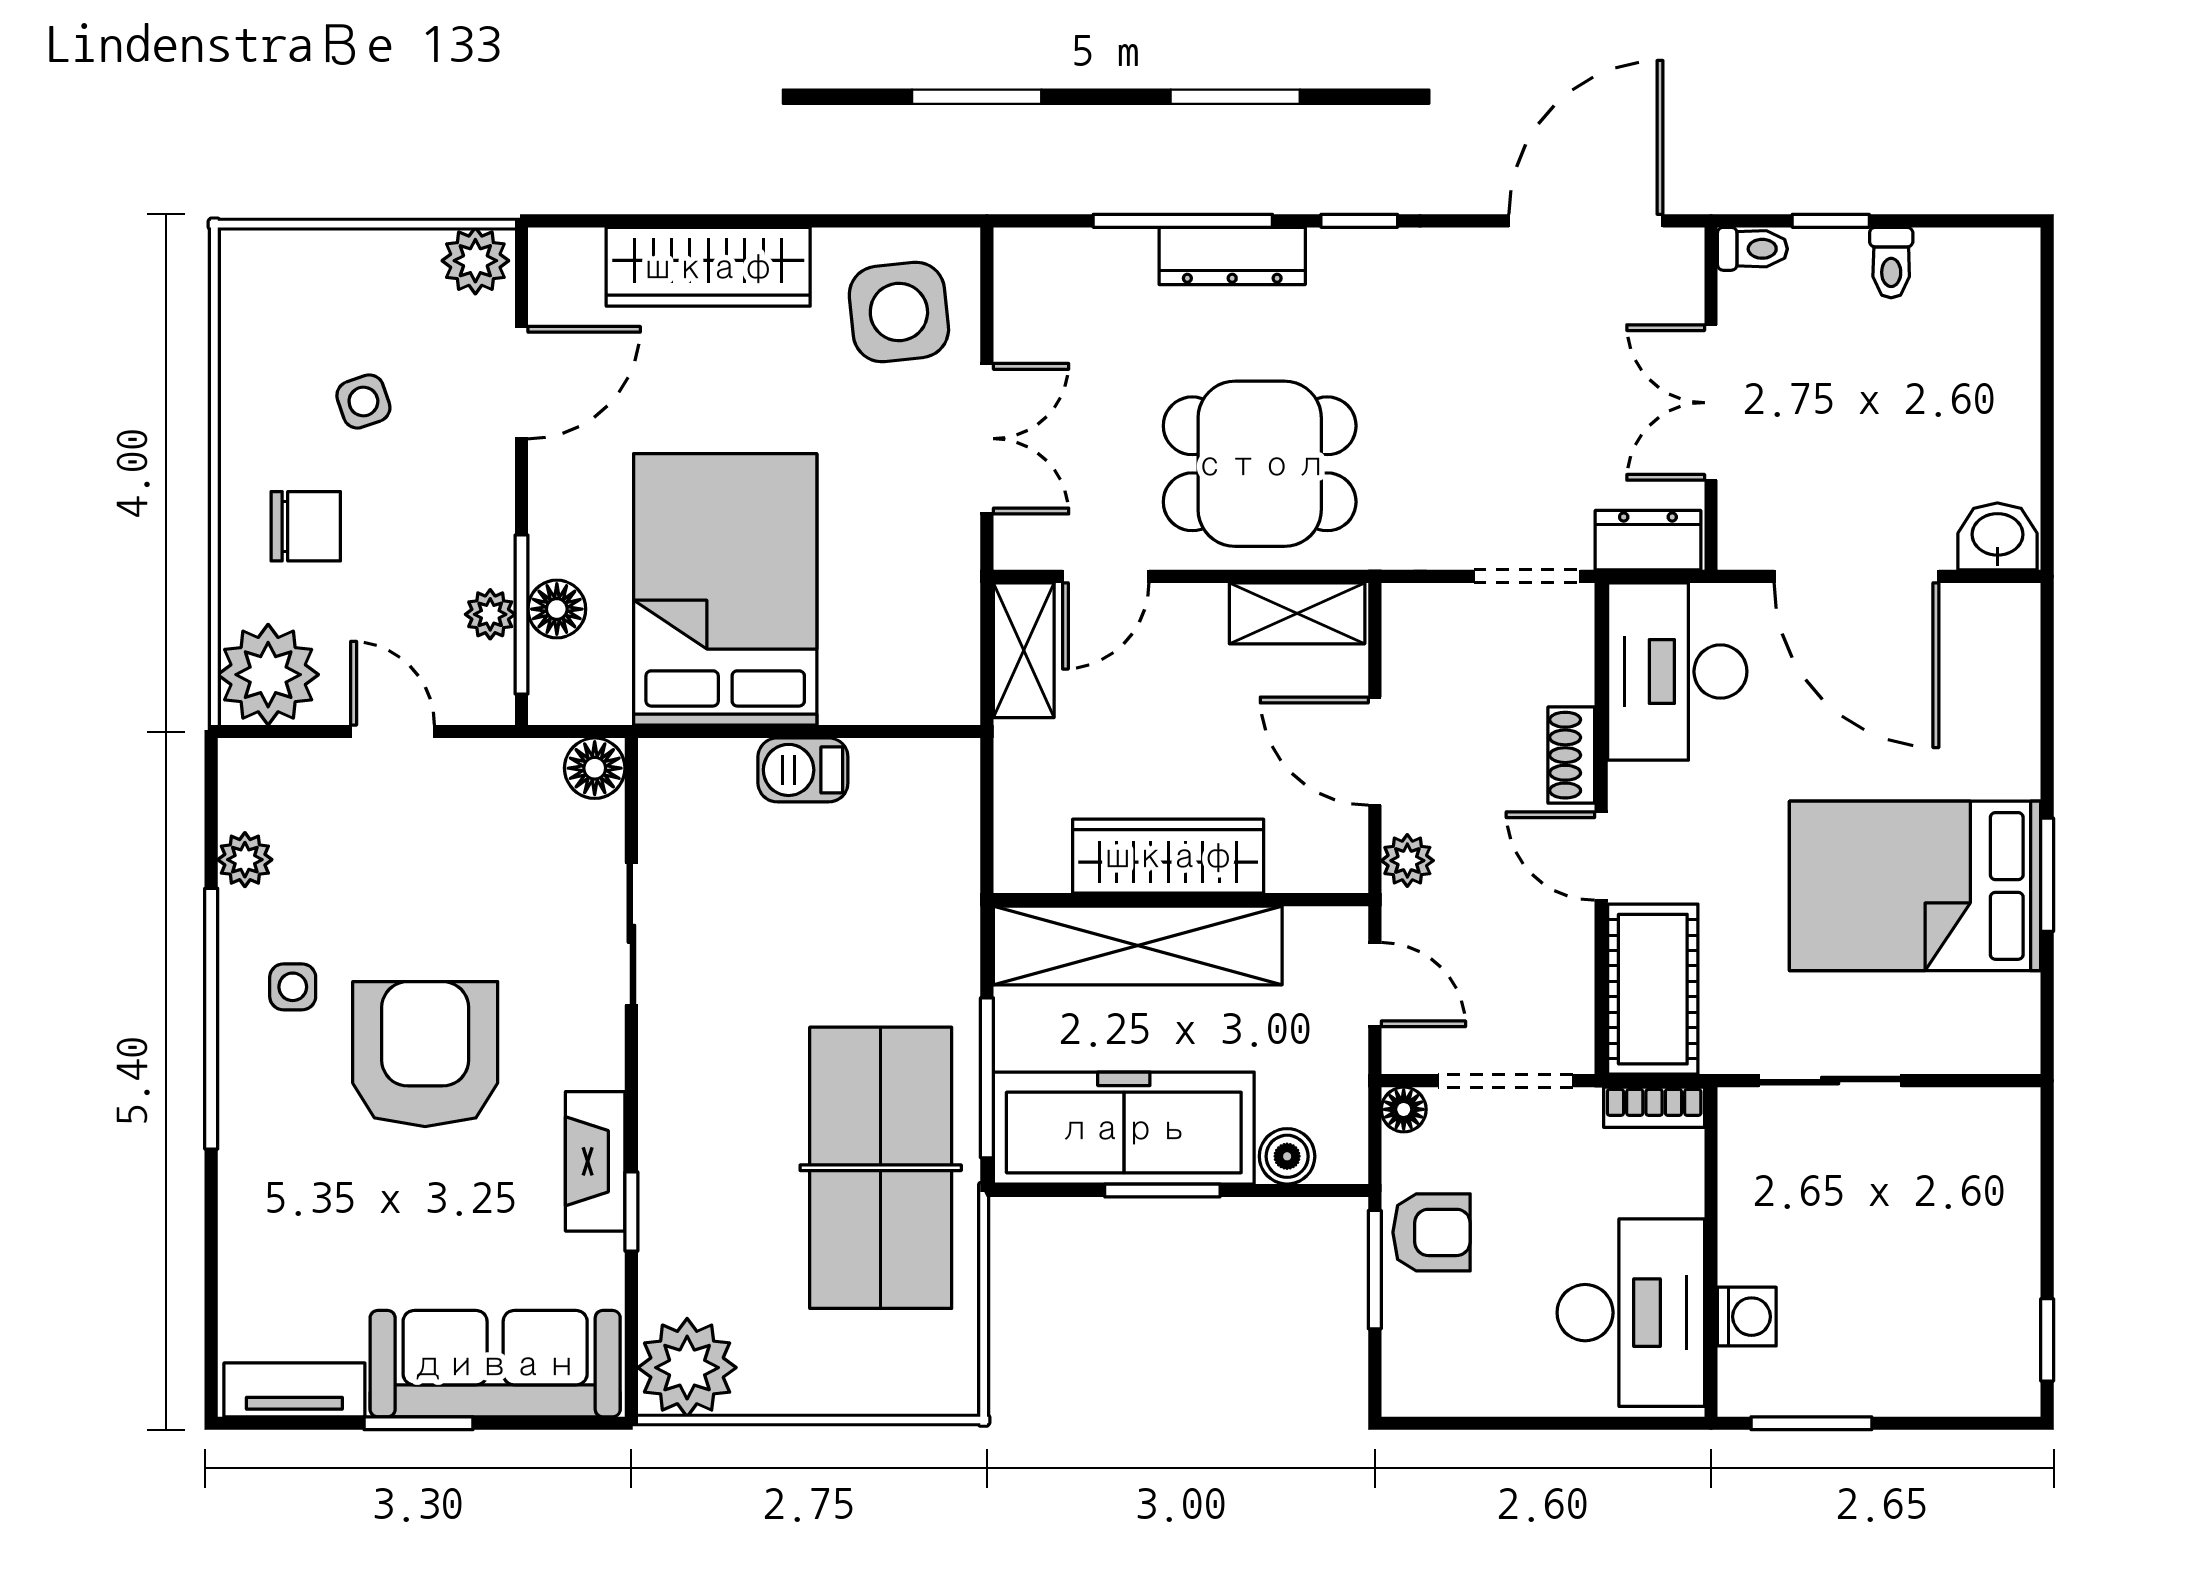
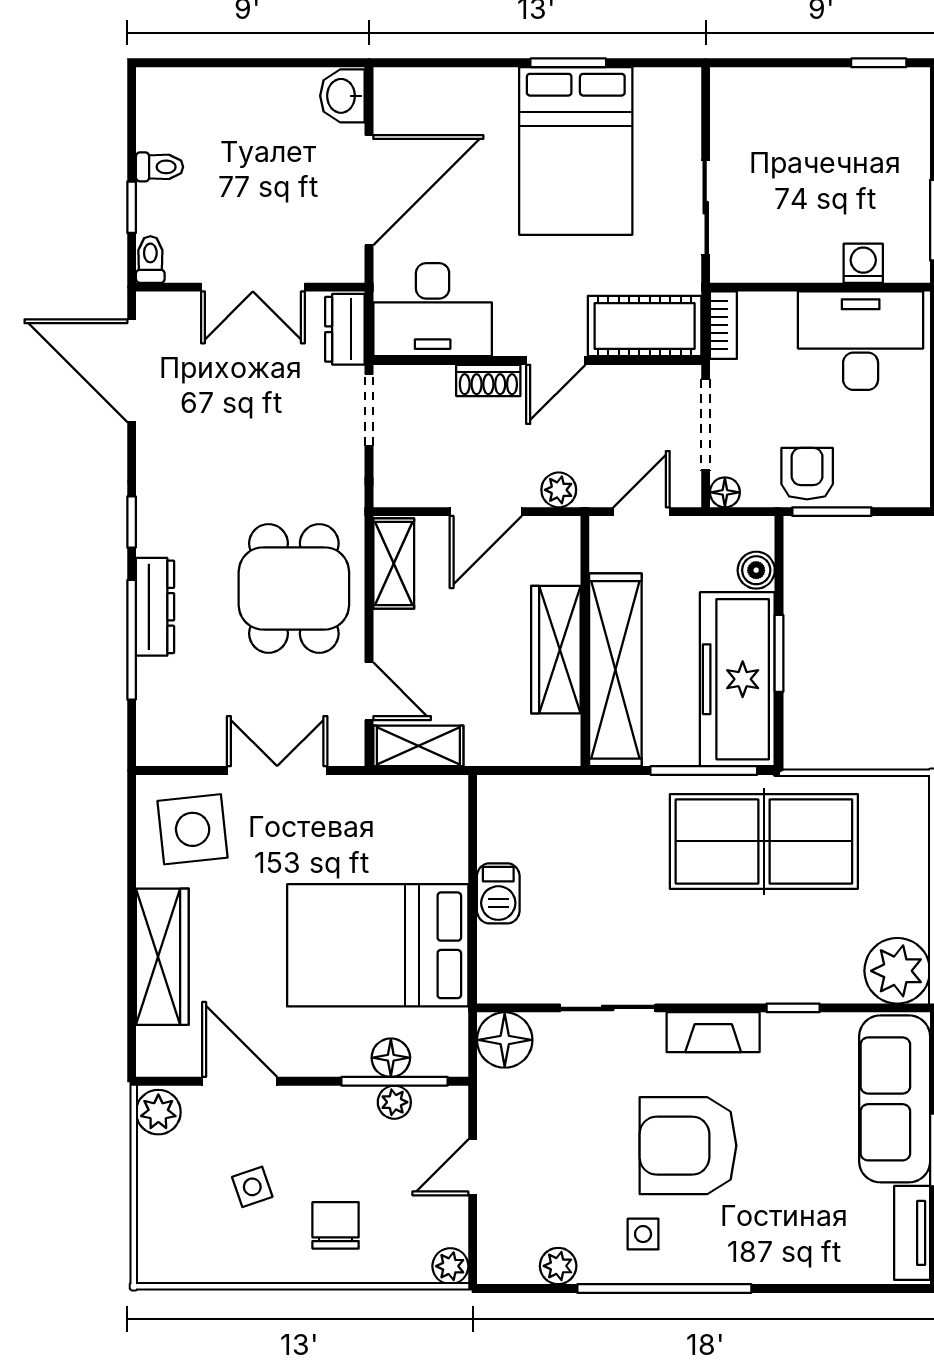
plant: (268, 675) -> (450, 1266), width x0.53, depth x0.53
floor lamp: (595, 768) -> (505, 1040), width x1.38, depth x1.38
fireplace: (595, 1161) -> (713, 1032), moved

